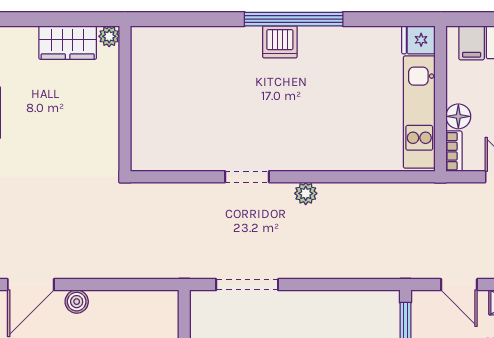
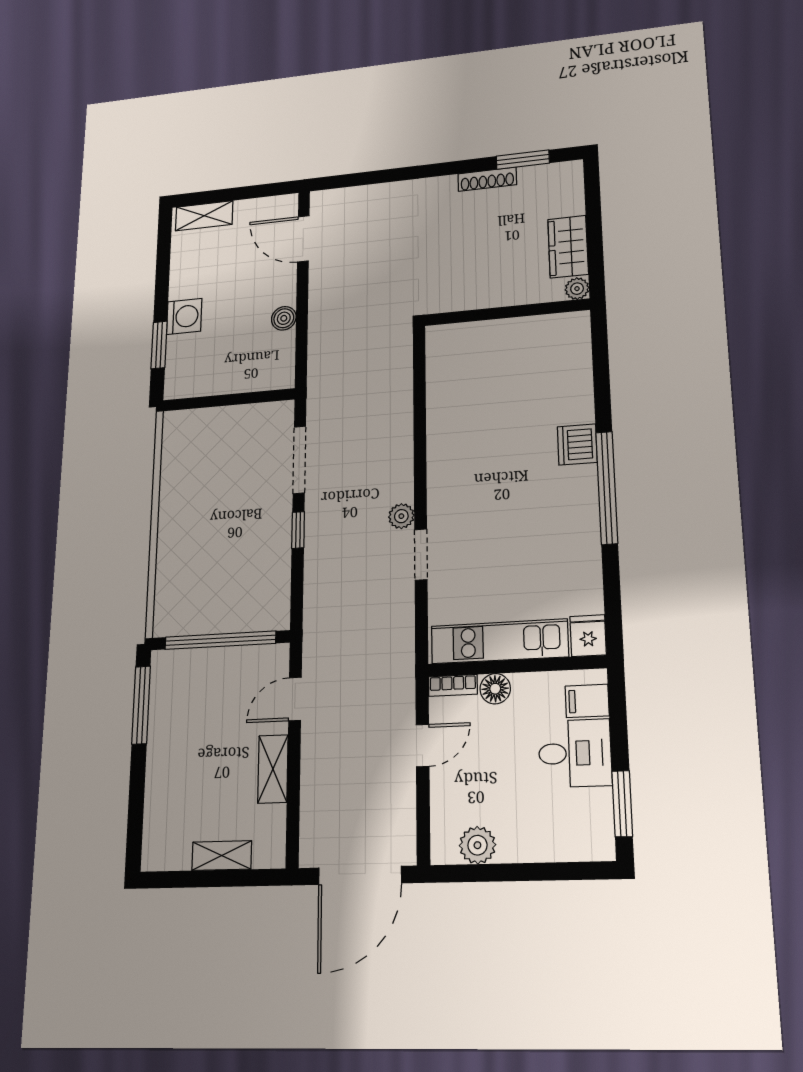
dishwasher: (280, 42) -> (577, 444), moved
doorway: (247, 177) -> (421, 555), moved
window: (312, 285) -> (298, 530), added
boiler: (77, 302) -> (284, 318), moved

